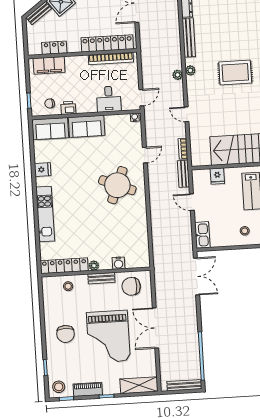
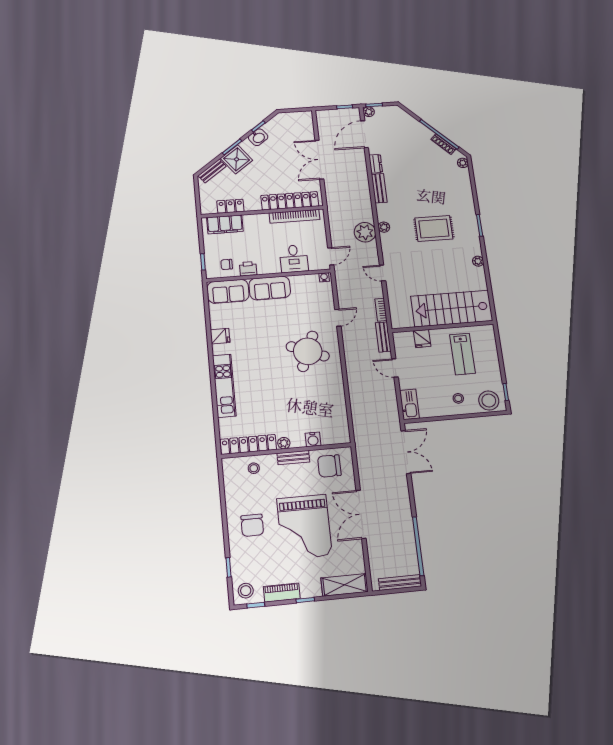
bench: (189, 38) -> (379, 188), width x0.73
plant: (178, 75) -> (365, 232), width x1.87, depth x1.87

